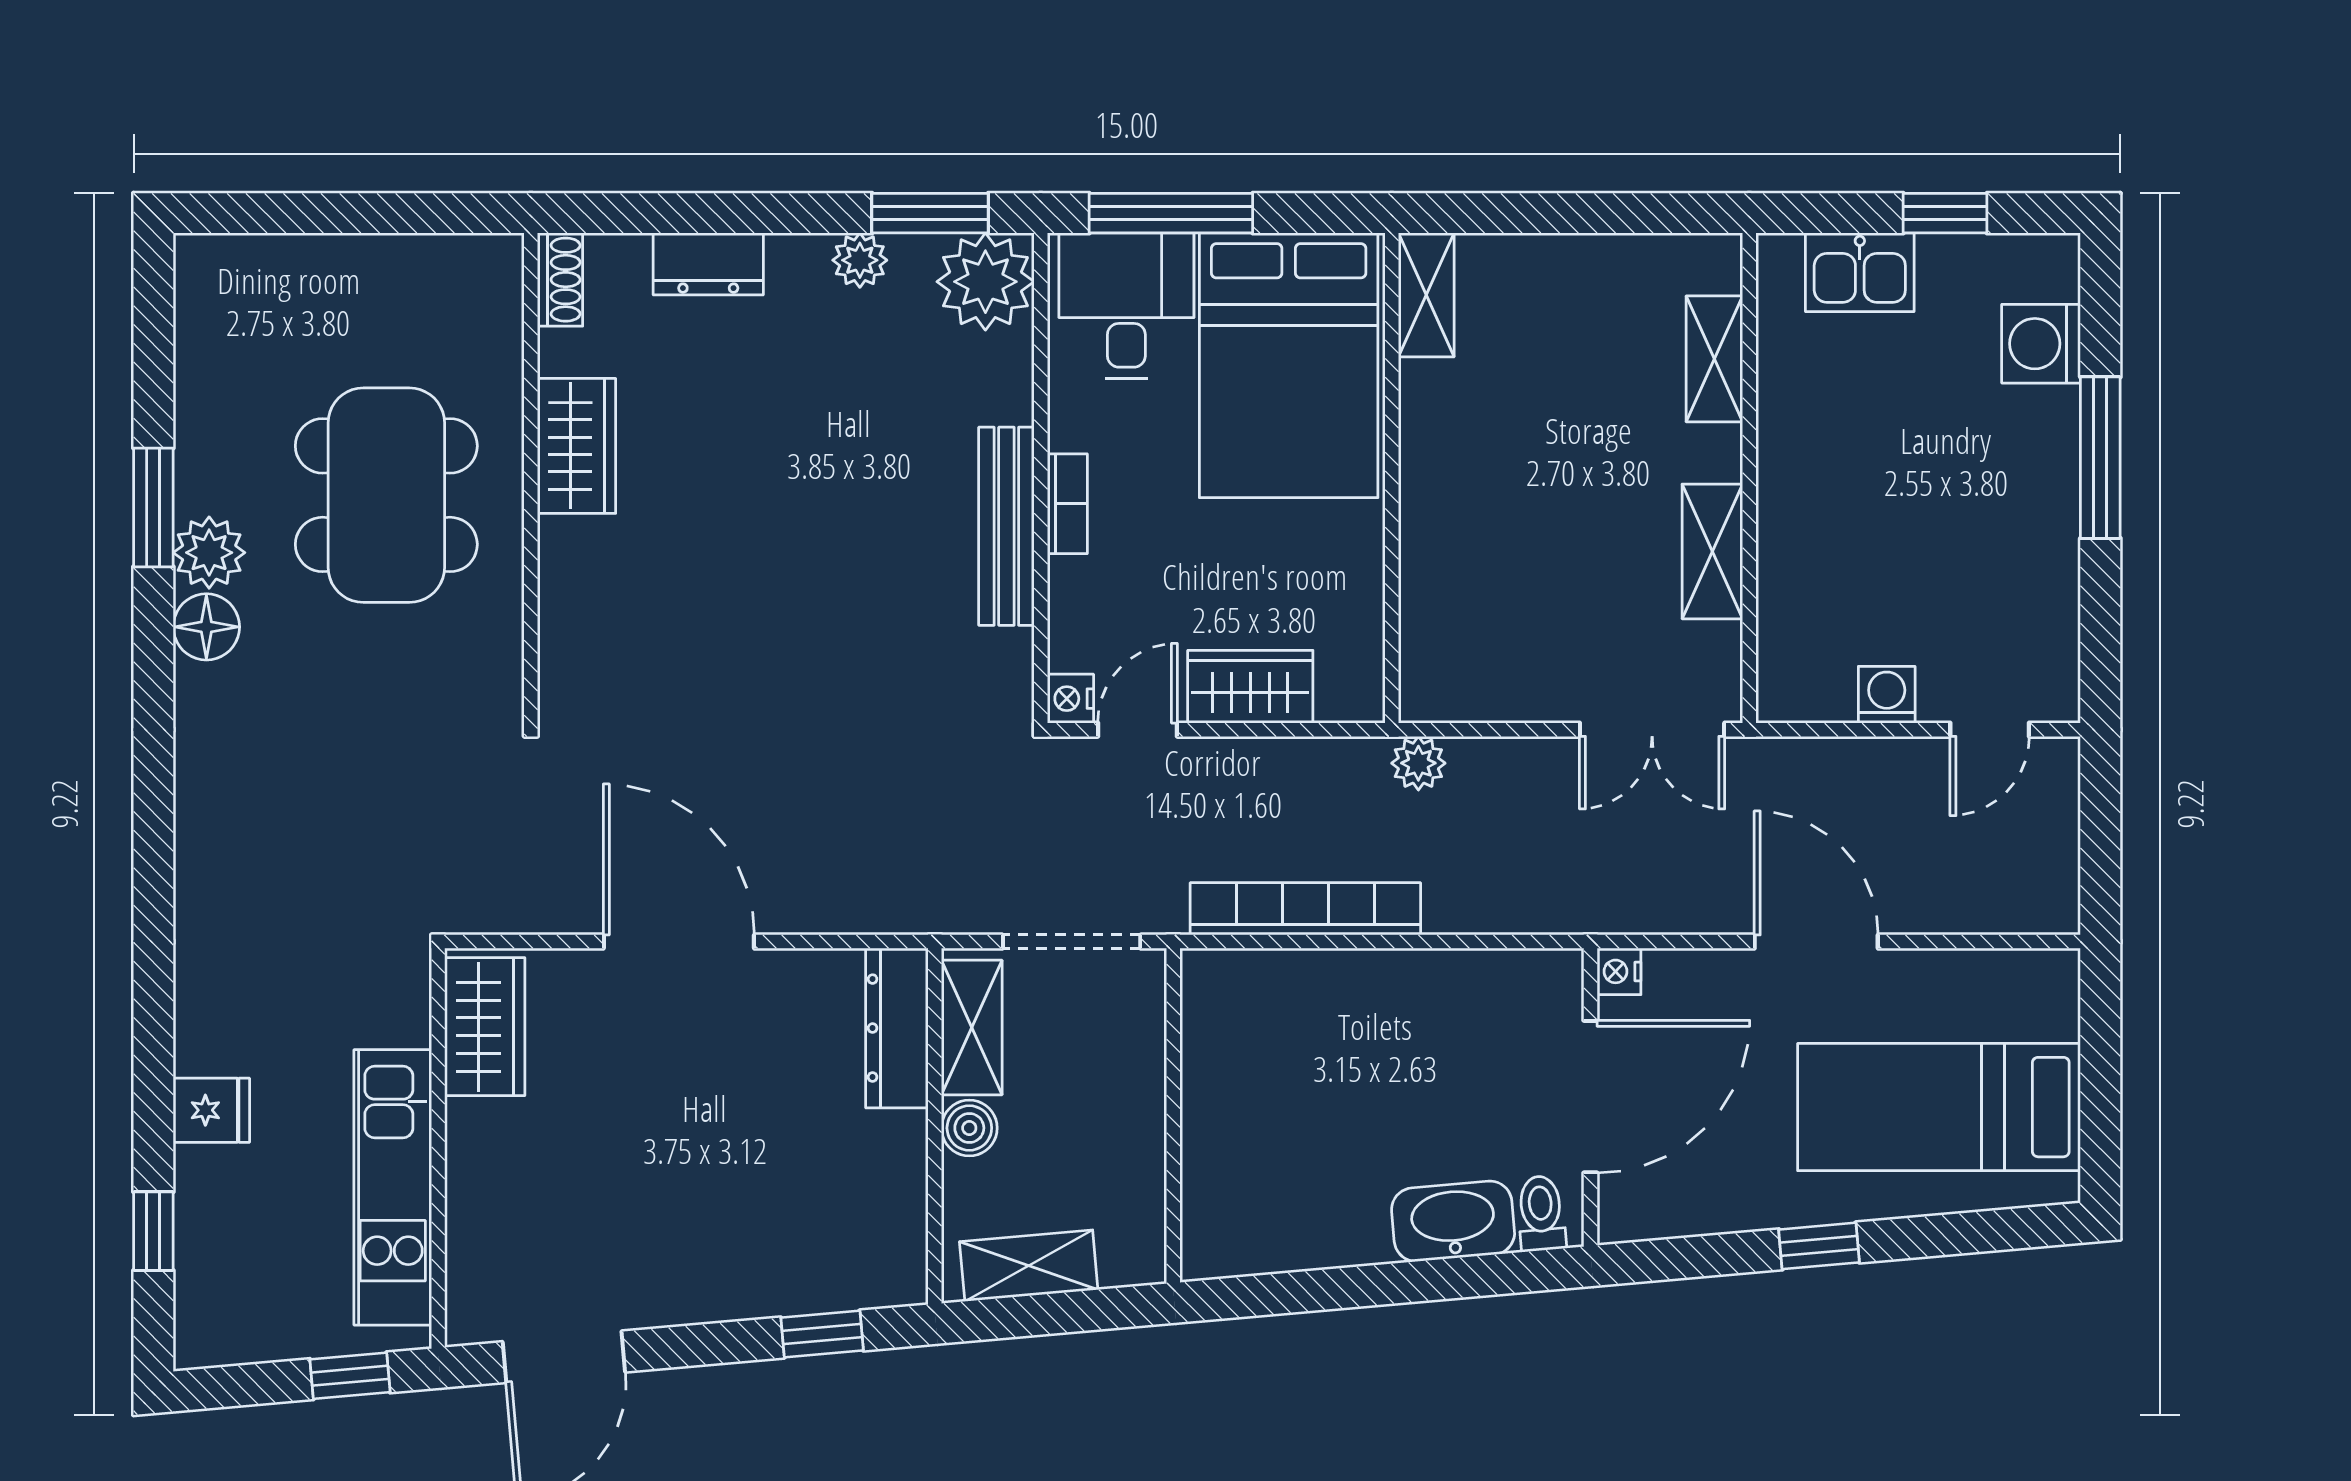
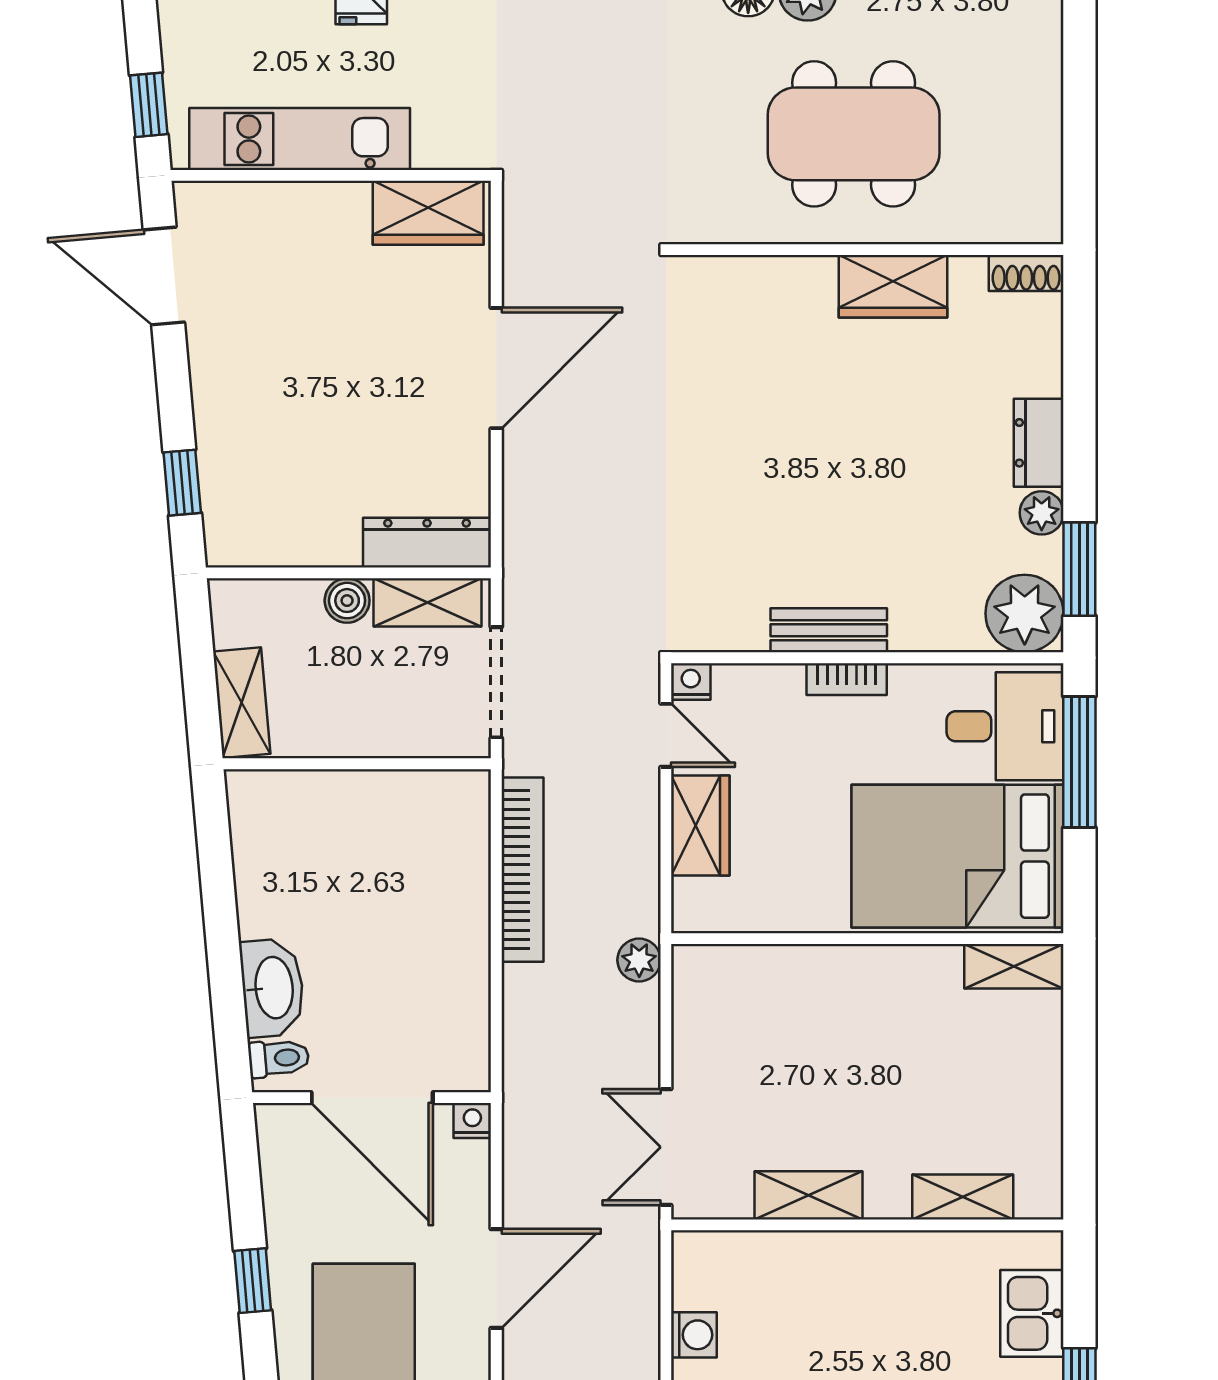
dresser: (708, 264) -> (1039, 443), moved
bench: (1006, 526) -> (829, 630), width x0.73
shelving: (1029, 1266) -> (242, 703), moved

